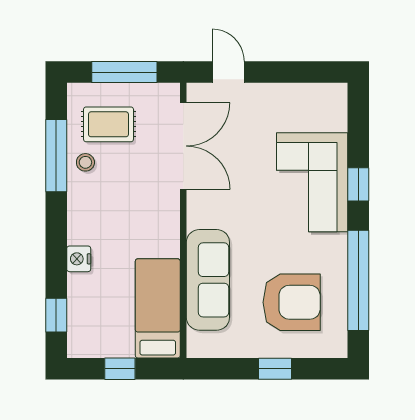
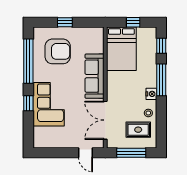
window: (56, 156) -> (161, 80), moved
nightstand: (79, 259) -> (151, 94), moved
sofa: (208, 280) -> (94, 76), moved
armchair: (292, 302) -> (58, 51), turned 180
bed: (158, 308) -> (121, 49), width x1.50

